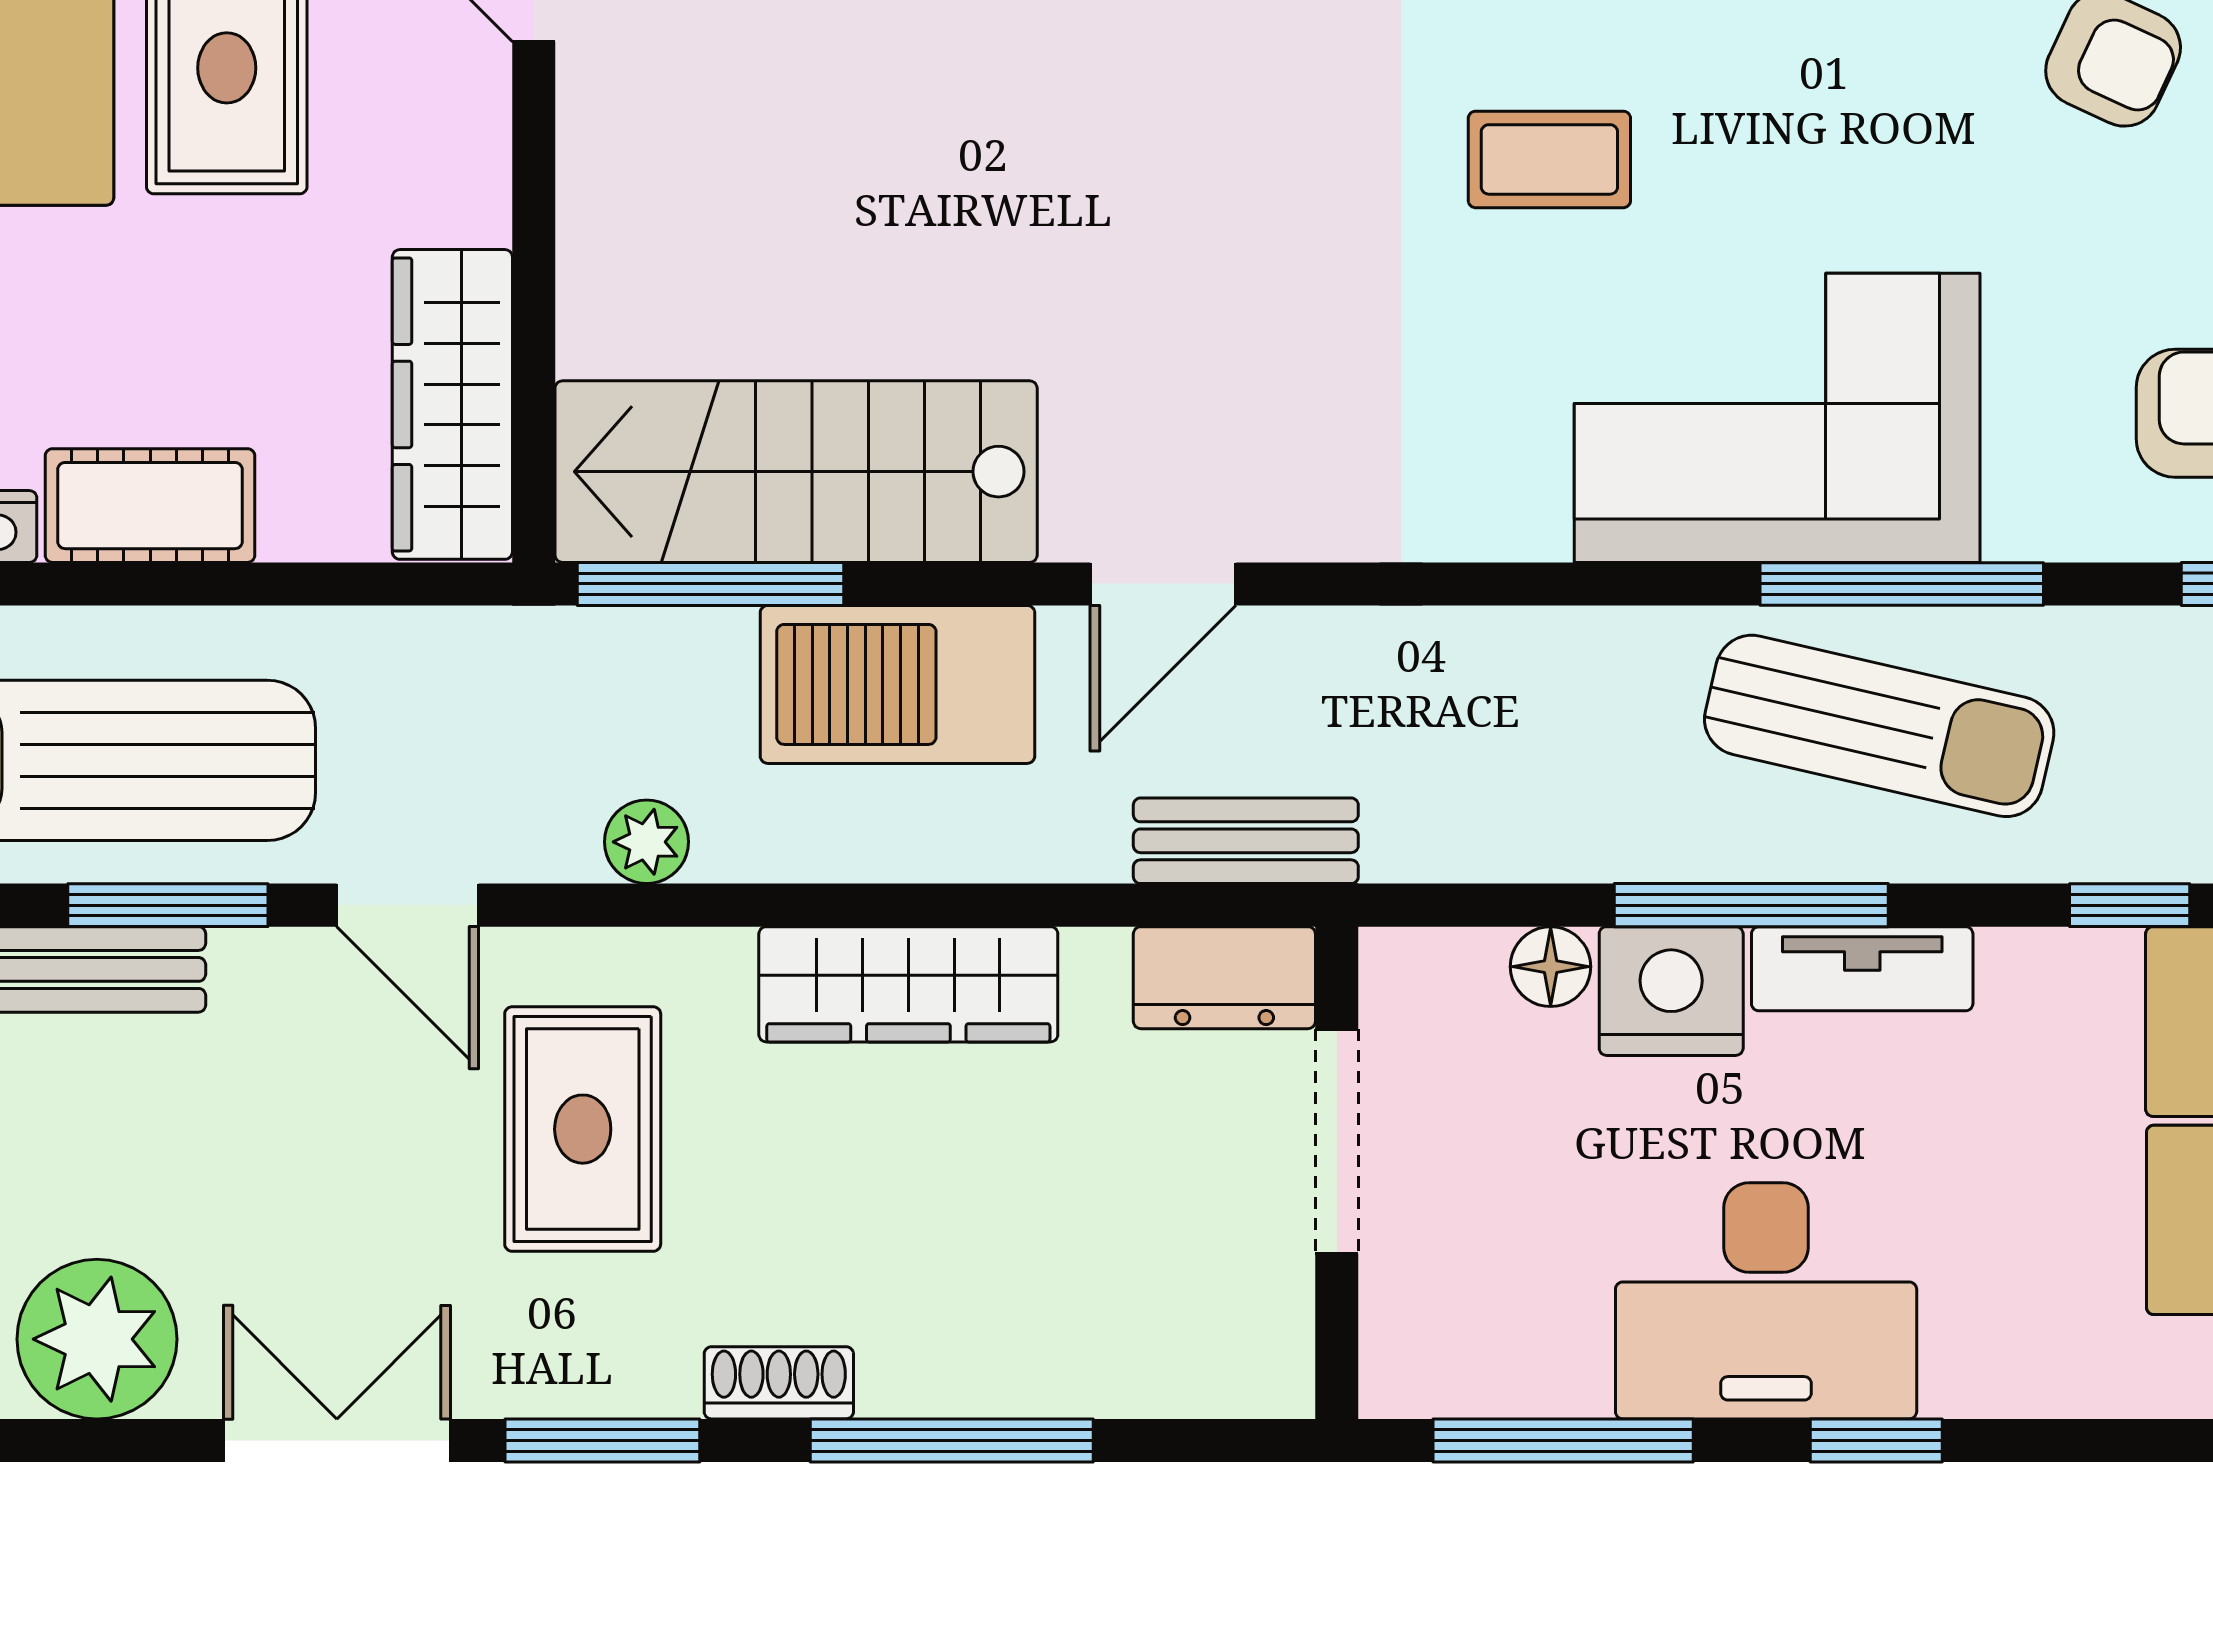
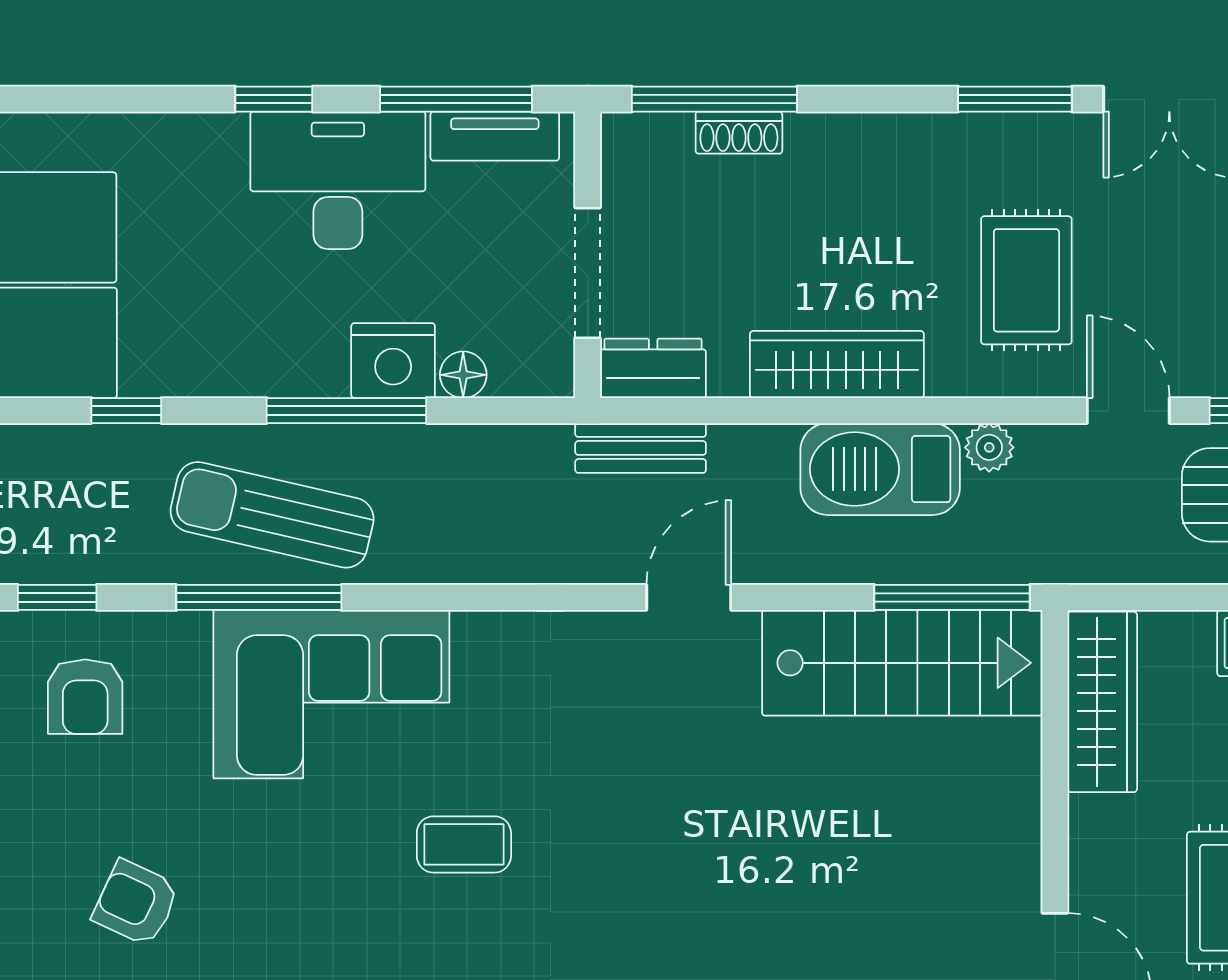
barbecue: (897, 684) -> (880, 469), moved, turned 180
tv unit: (1862, 969) -> (495, 136), moved, turned 180
shoe rack: (779, 1383) -> (739, 133), moved
window: (952, 1440) -> (714, 99), moved

